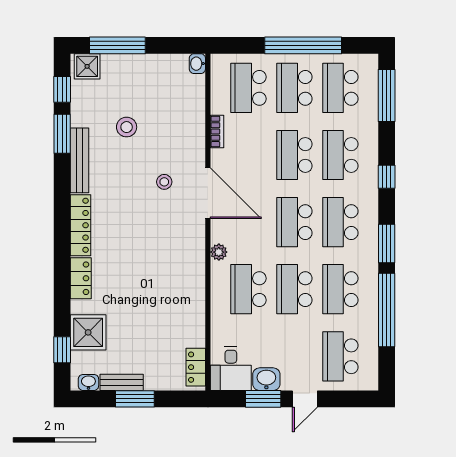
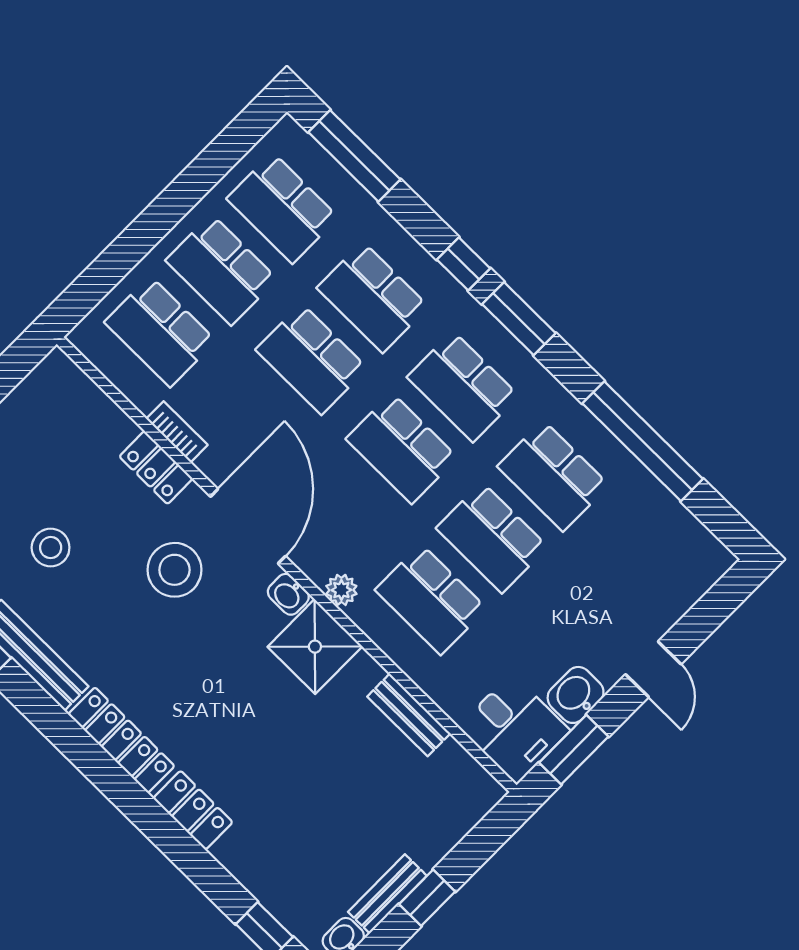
window: (303, 45) -> (176, 202), removed
washbasin: (197, 64) -> (288, 594), moved
stool: (164, 182) -> (174, 570), width x1.89, depth x1.89
door: (208, 193) -> (248, 526), hinge flipped
window: (387, 243) -> (519, 319), moved
bench: (197, 324) -> (409, 715), added
shower: (88, 332) -> (315, 647), moved
school desk: (340, 356) -> (643, 565), removed
locker: (196, 367) -> (156, 468), moved
window: (135, 399) -> (427, 898), width x0.67
window: (263, 399) -> (574, 750), moved

